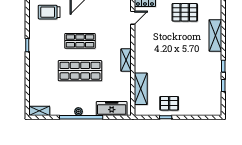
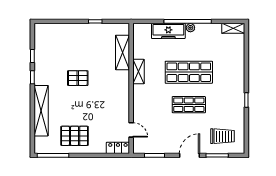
door: (133, 18) -> (131, 130), swing flipped
shelving: (215, 35) -> (41, 111), width x1.47
shelving: (126, 60) -> (139, 72), moved
pallet: (169, 103) -> (78, 78), moved
freezer: (112, 109) -> (168, 31), moved

